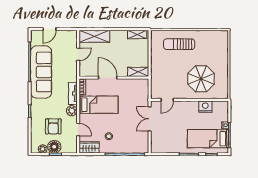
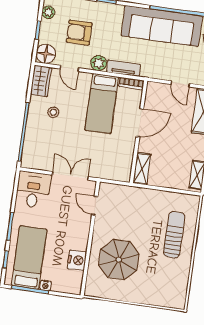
door: (78, 130) -> (69, 68), hinge flipped
desk: (162, 142) -> (33, 190), added
floor lamp: (54, 147) -> (46, 54), moved

